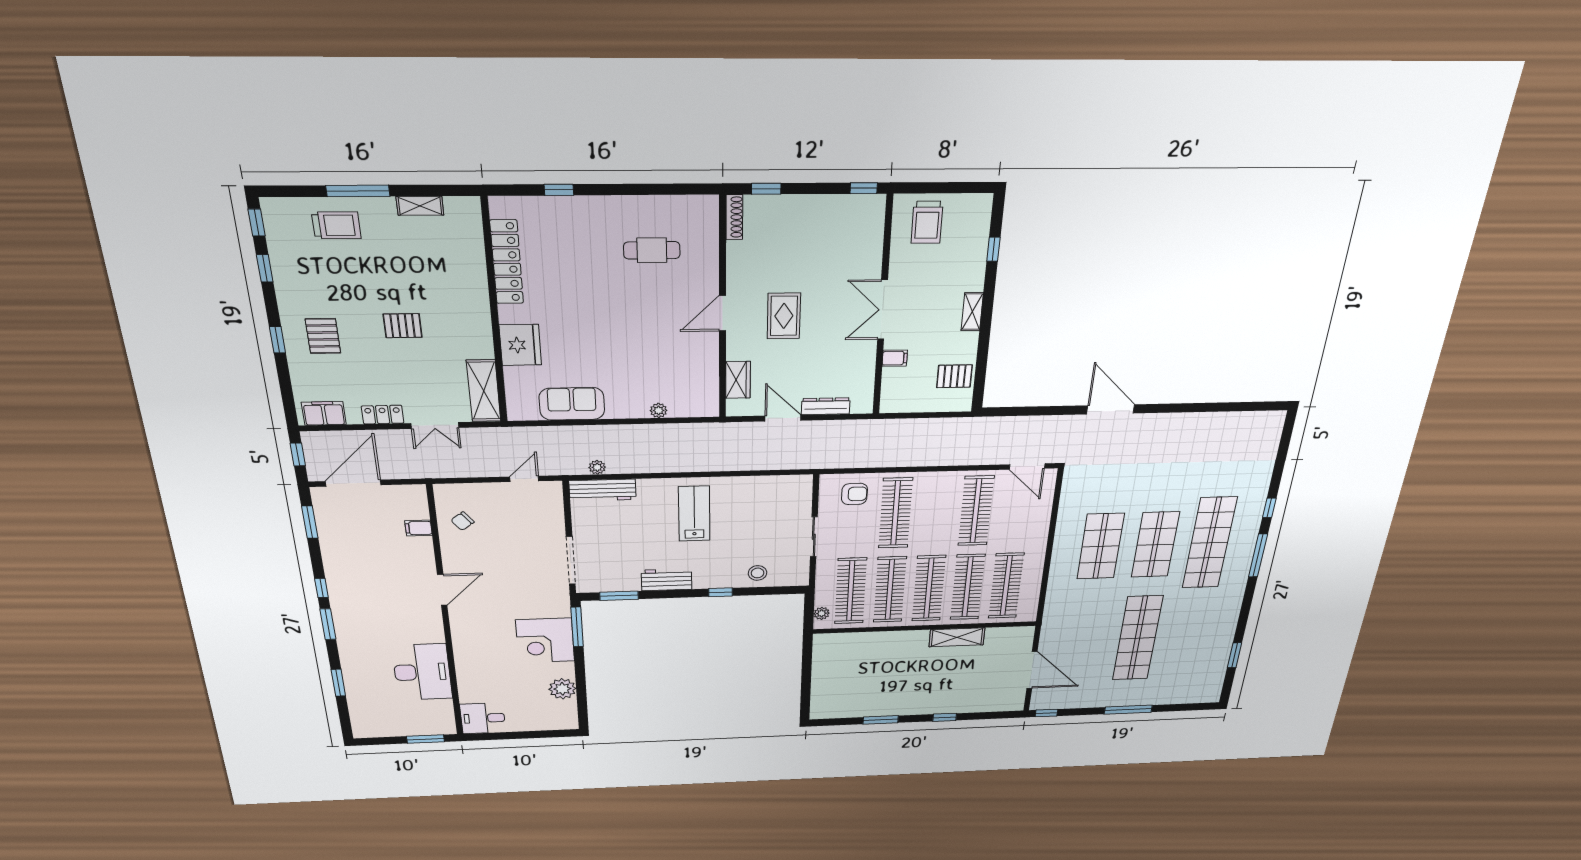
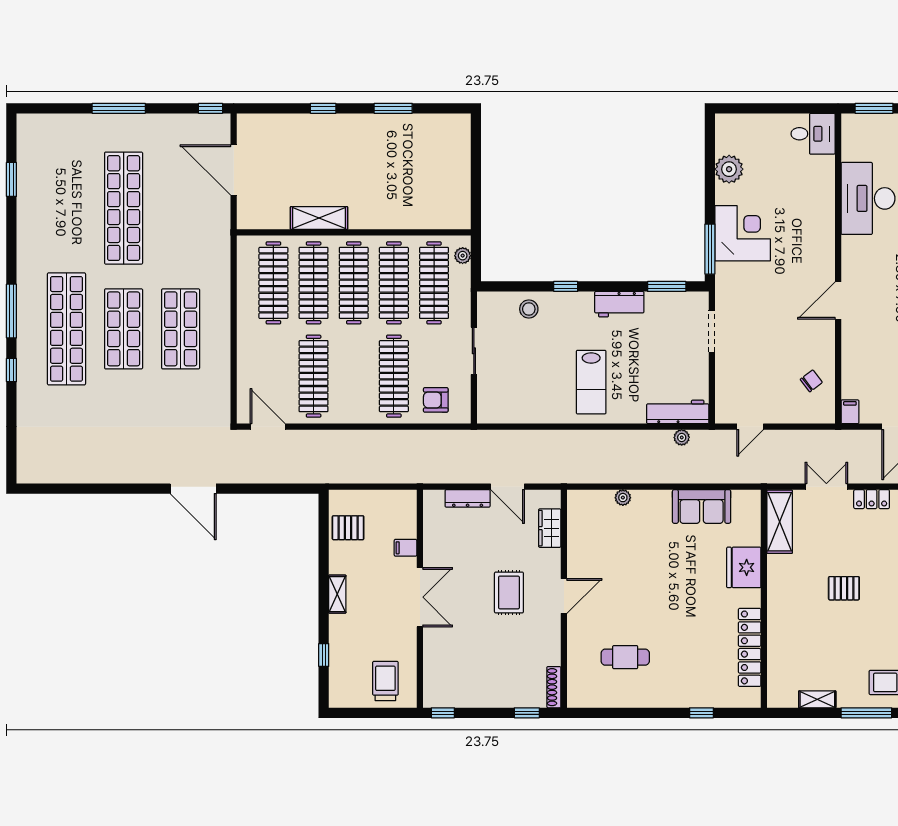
filing cabinet: (419, 528) -> (850, 412), moved, turned -90
doorway: (571, 560) -> (712, 331), width x0.73

